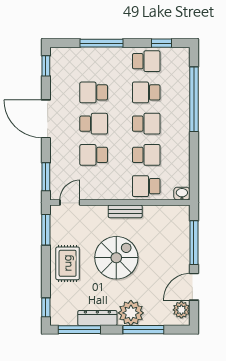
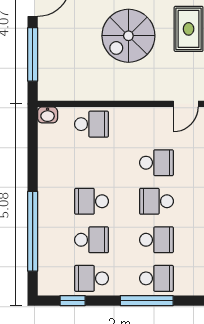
school desk: (146, 155) -> (156, 278), moved, turned 180
bench: (125, 211) -> (118, 93), removed

